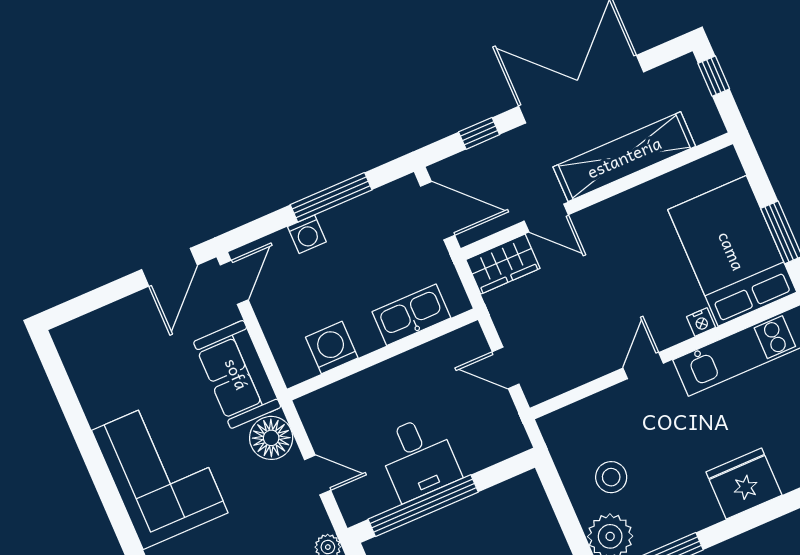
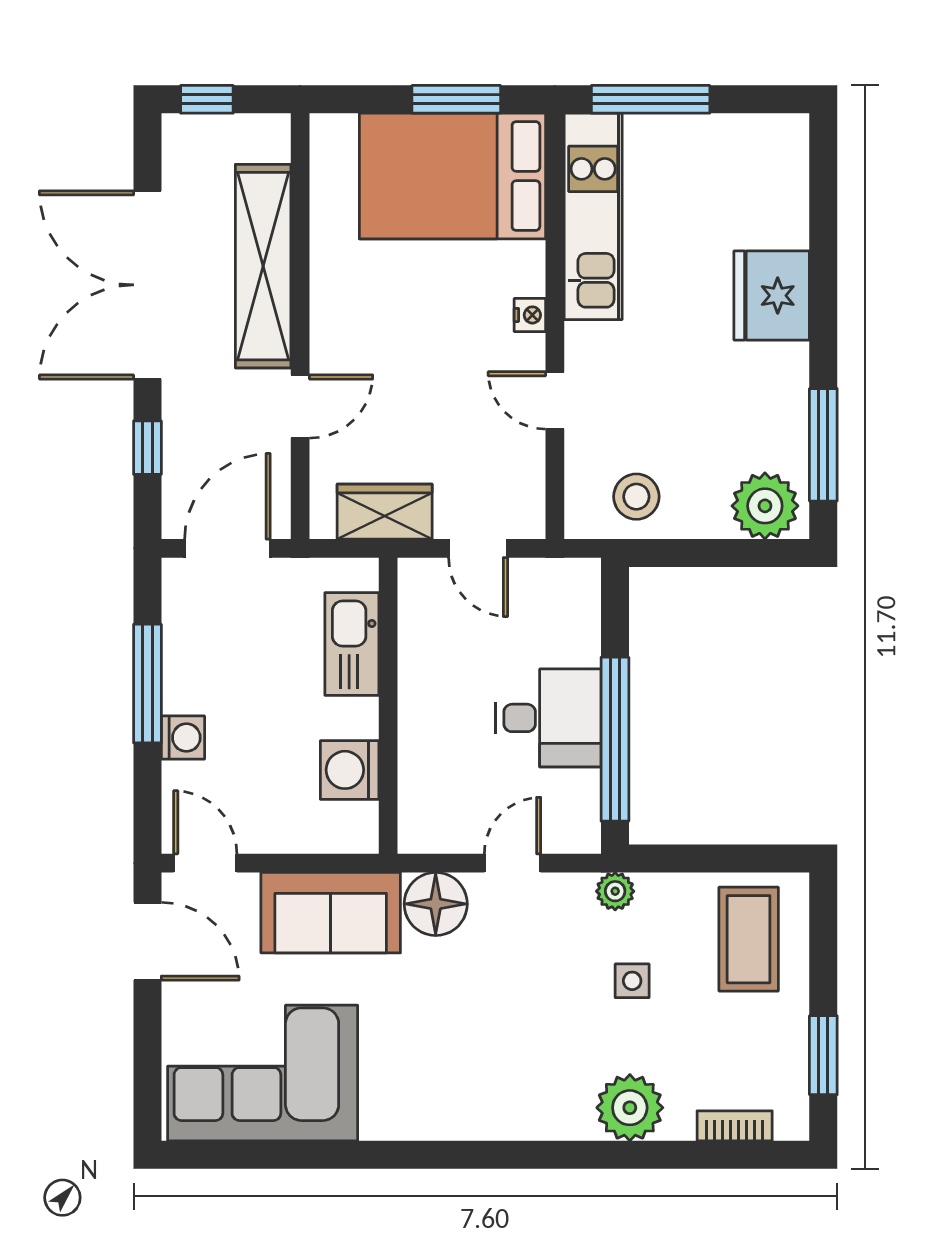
wardrobe: (503, 264) -> (385, 512), moved, turned -90
nightstand: (701, 322) -> (530, 315), moved
door: (643, 366) -> (555, 400), moved
door: (506, 368) -> (478, 548), hinge flipped
corner sofa: (160, 472) -> (263, 1073), moved
stool: (611, 477) -> (636, 497), moved

